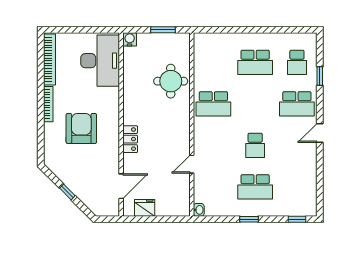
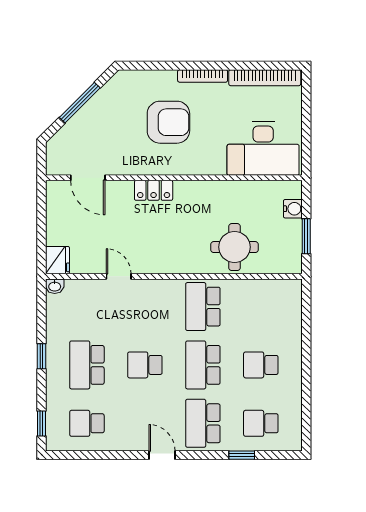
water cooler: (130, 39) -> (293, 209), moved
school desk: (255, 62) -> (261, 365), width x0.54
school desk: (255, 104) -> (203, 365), added
school desk: (297, 187) -> (87, 423), added
window: (67, 192) -> (80, 103), width x2.17
fridge: (145, 208) -> (57, 260), moved

